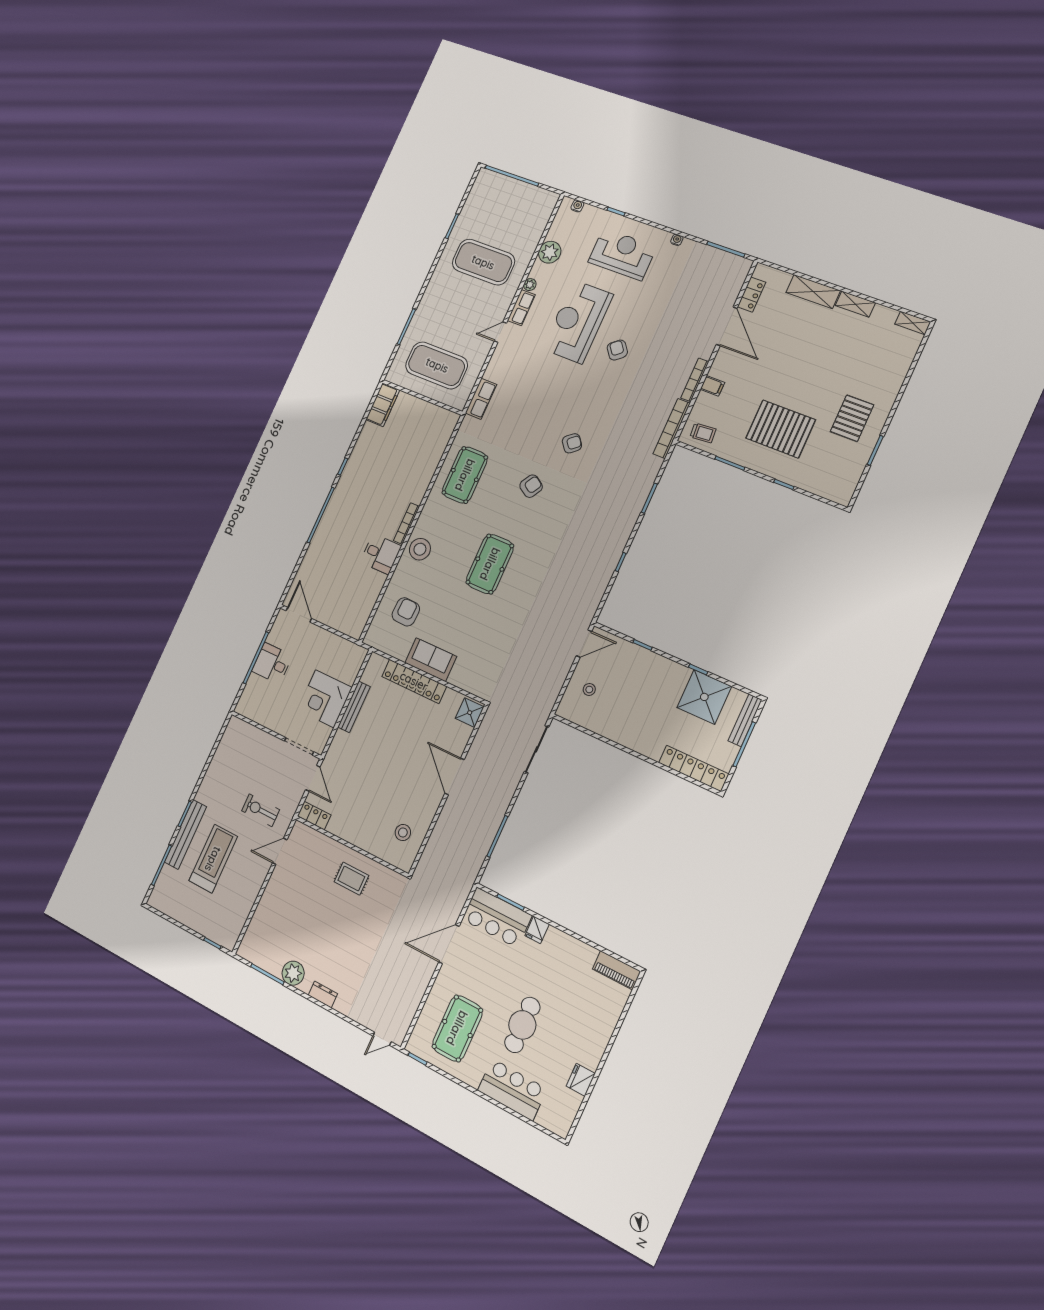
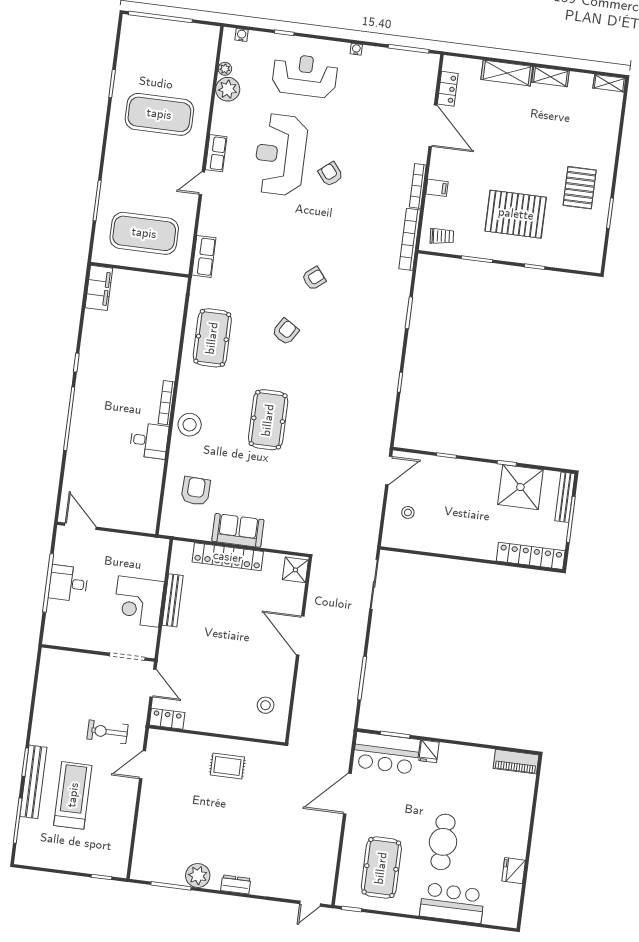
plant: (530, 285) -> (225, 69), moved

